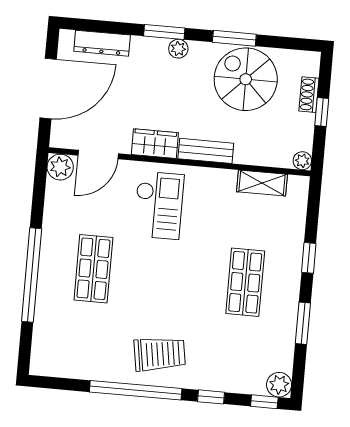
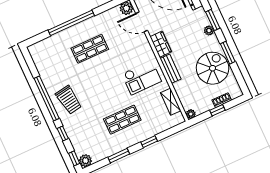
checkout: (159, 205) -> (142, 78), moved

